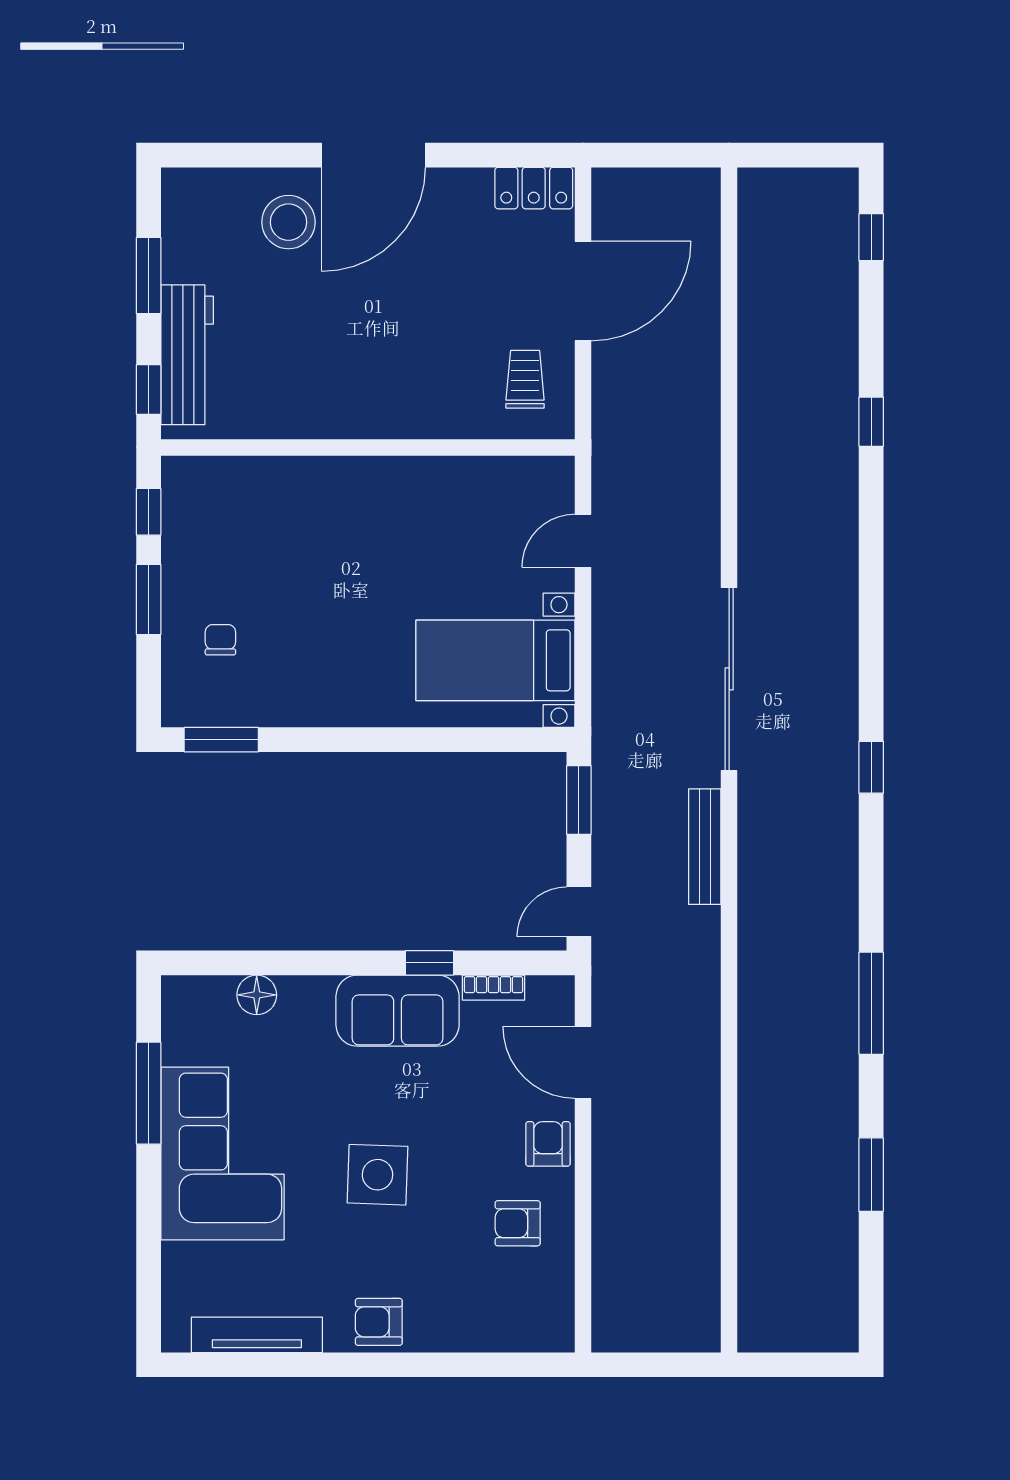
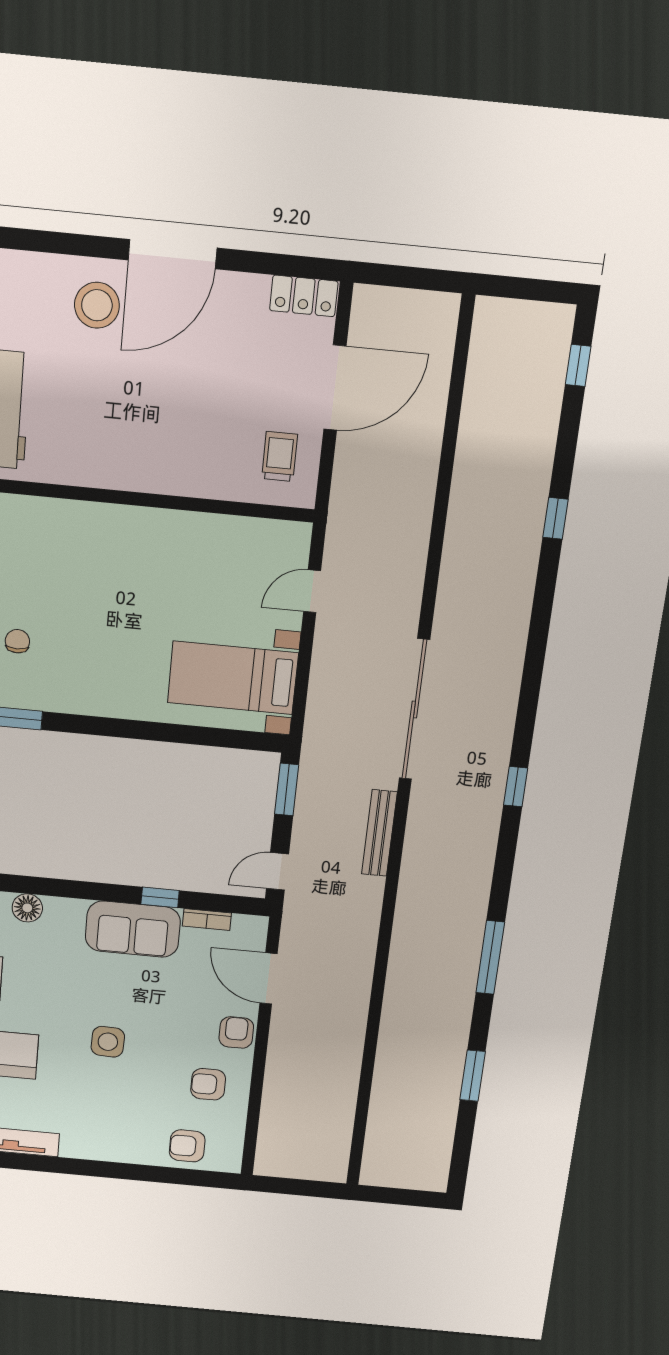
side table: (377, 1175) -> (108, 1042), width x0.73, depth x0.73
armchair: (379, 1322) -> (187, 1146), moved

